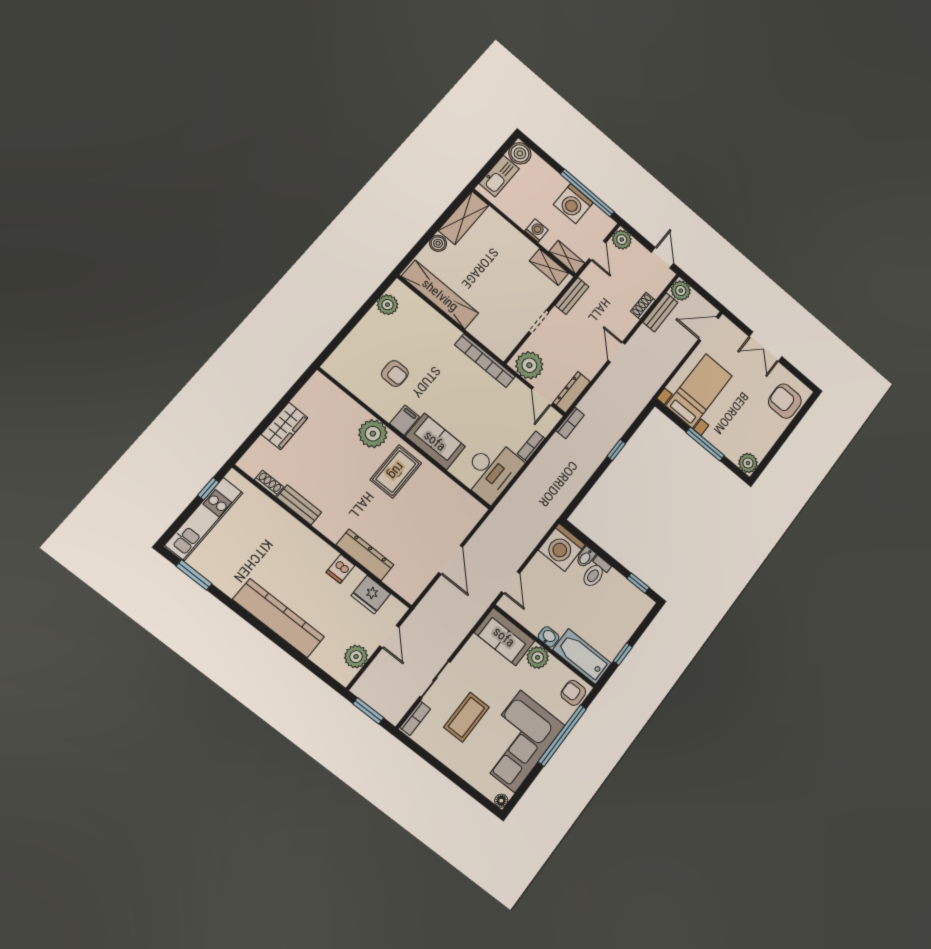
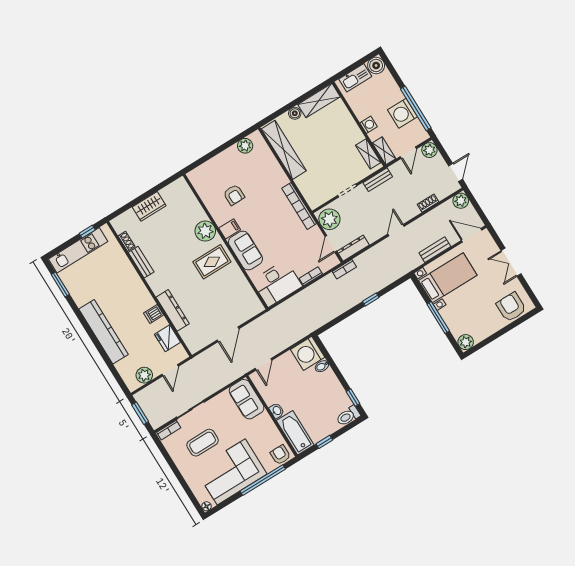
bench: (660, 312) -> (435, 250), moved
toilet: (596, 572) -> (348, 416), moved
plant: (538, 657) -> (264, 422), removed

